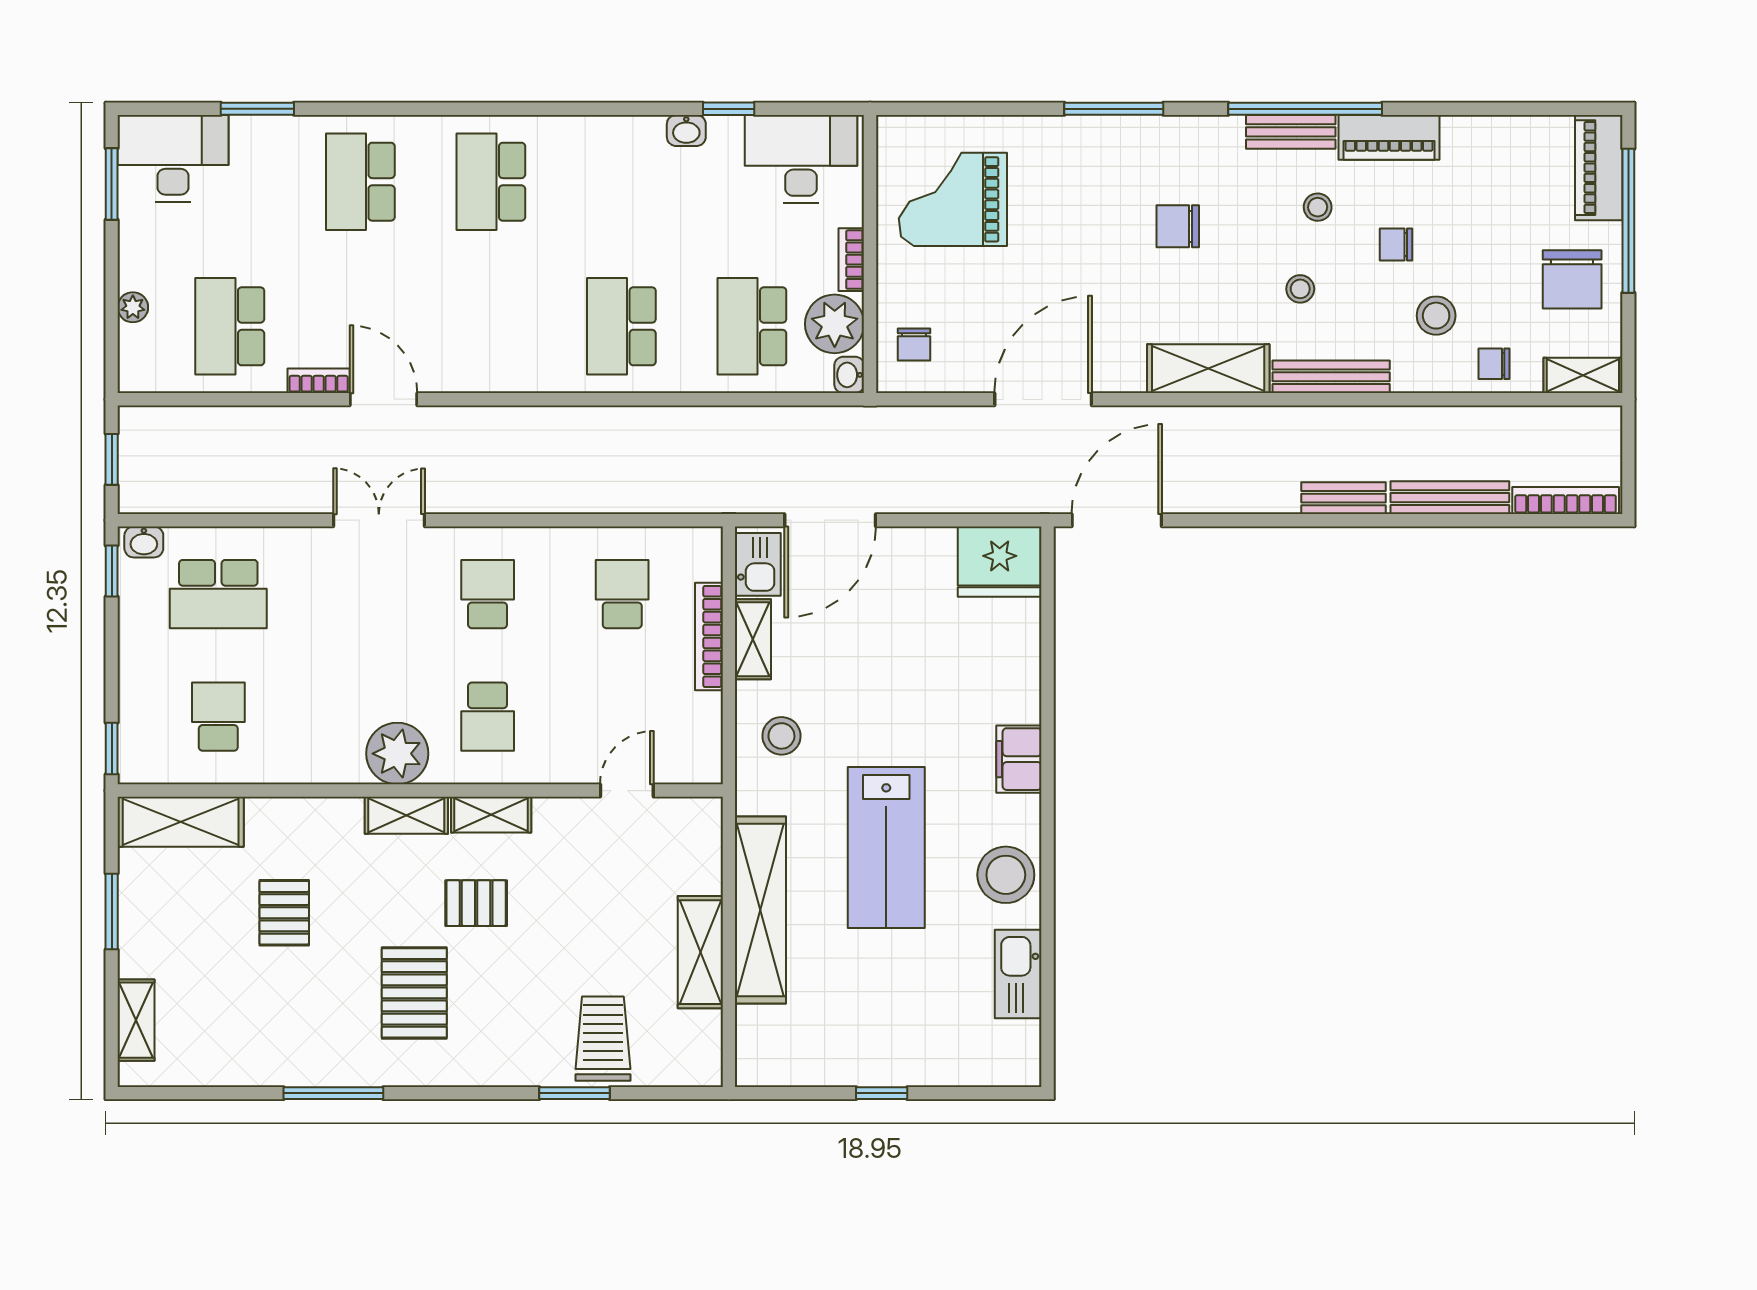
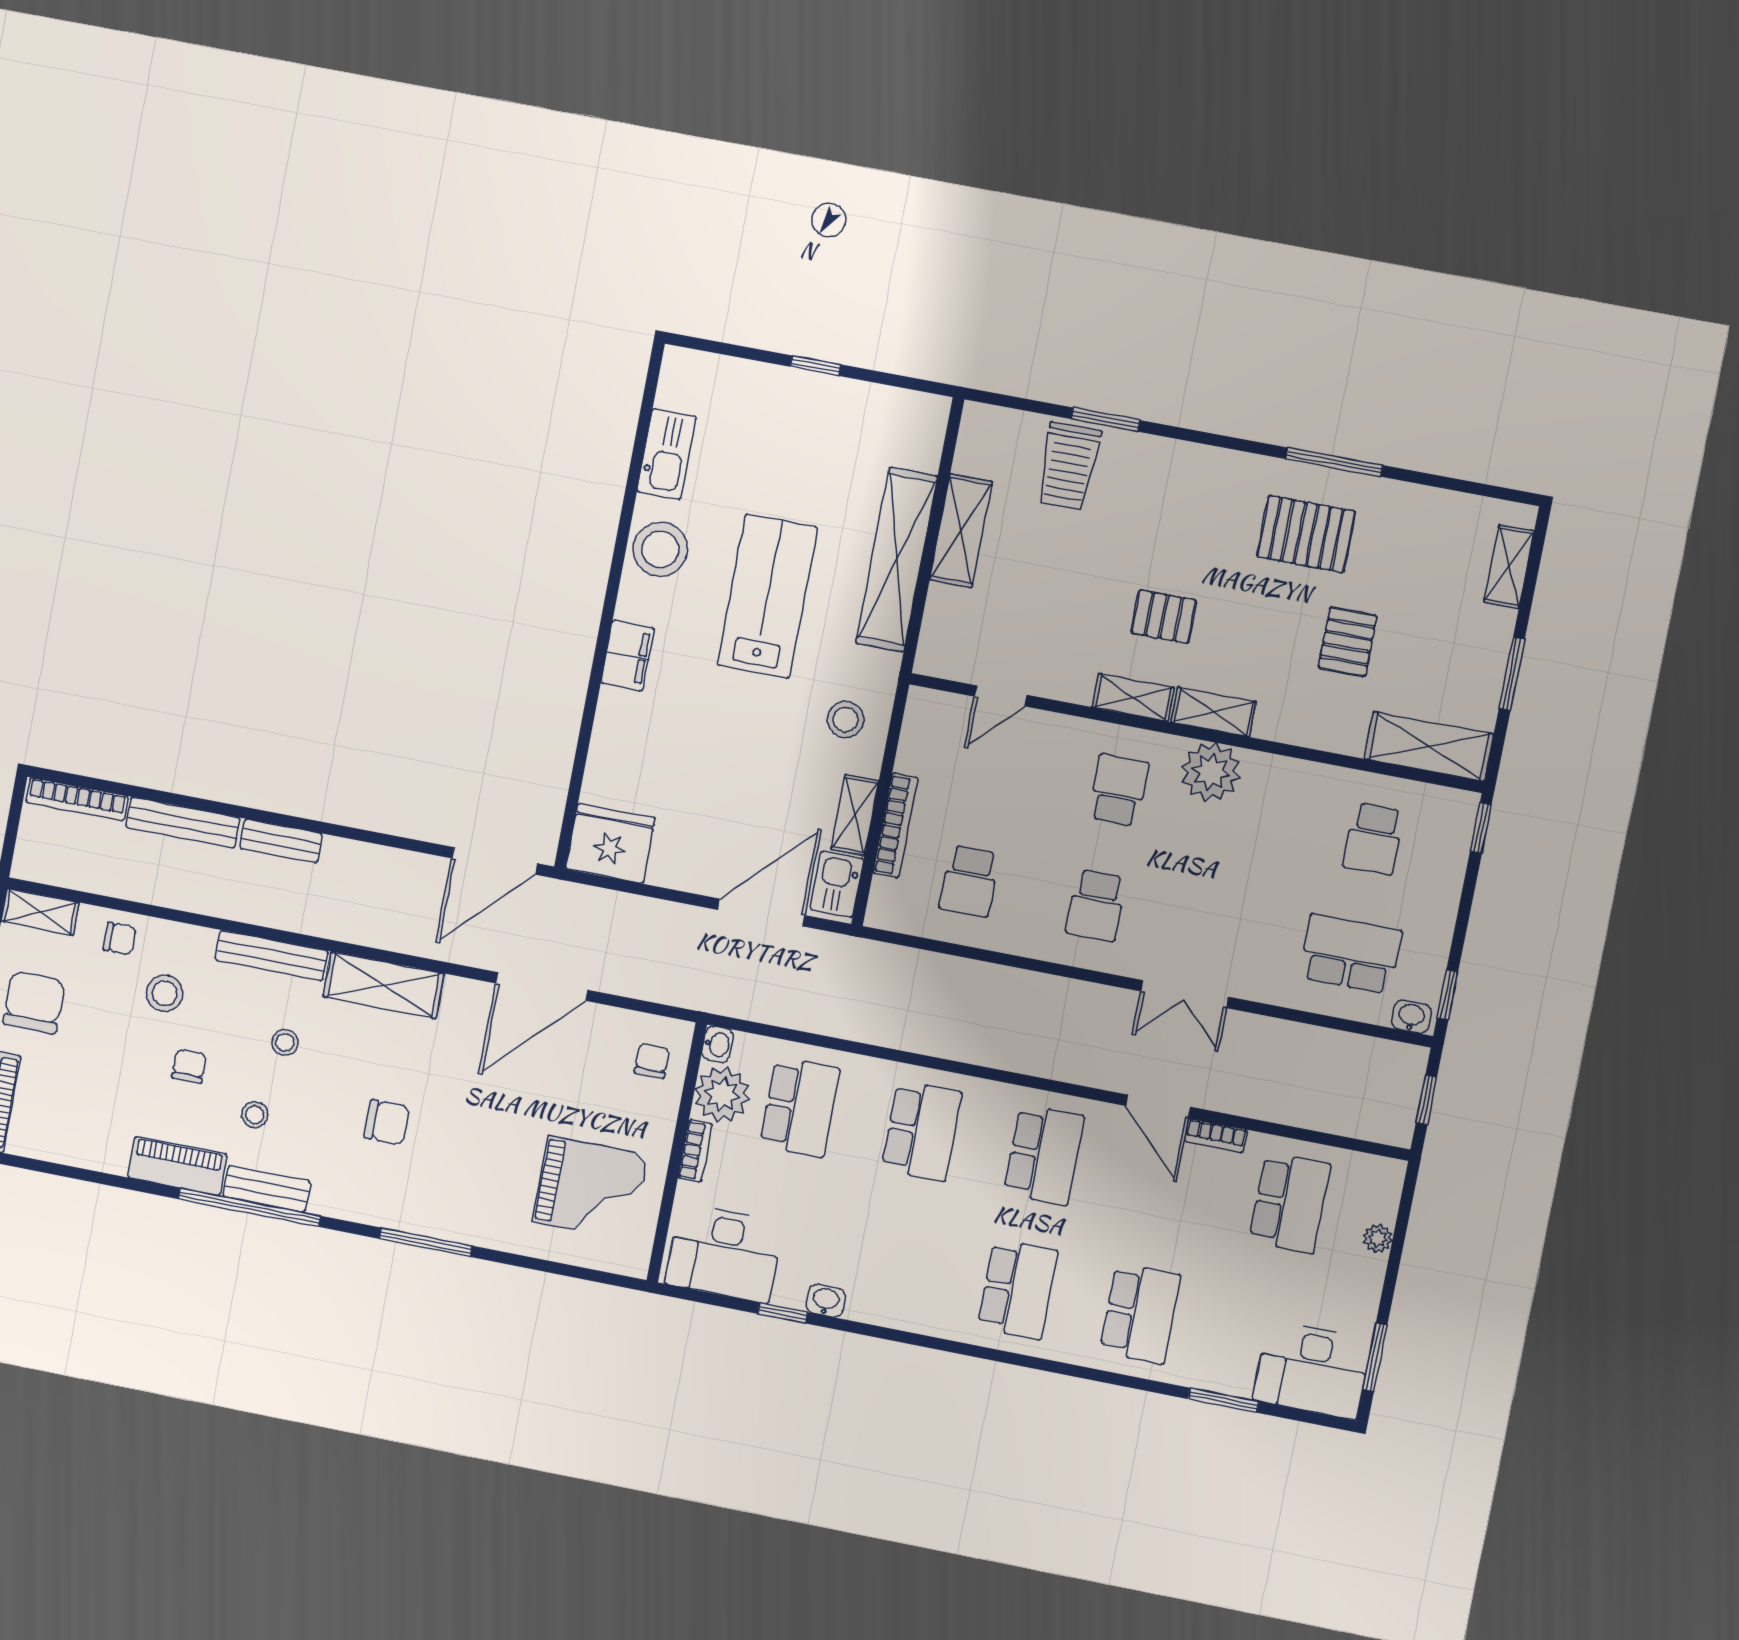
chair: (1396, 244) -> (189, 1066), turned -90
school desk: (491, 326) -> (1044, 1155), added
pallet: (414, 993) -> (1306, 534), moved, turned 90

